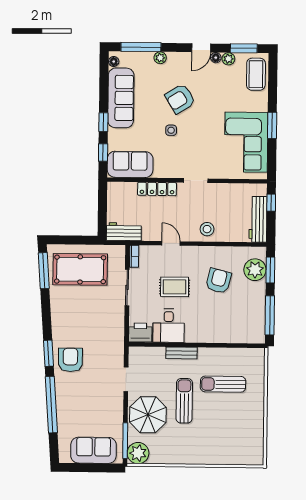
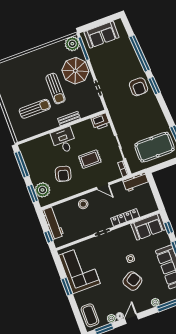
desk: (169, 326) -> (64, 140), moved

